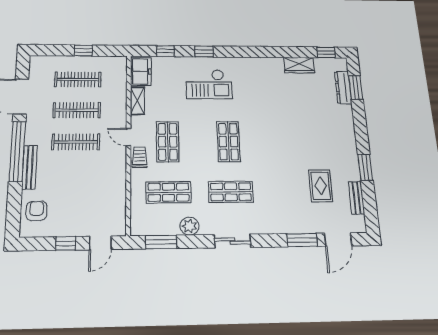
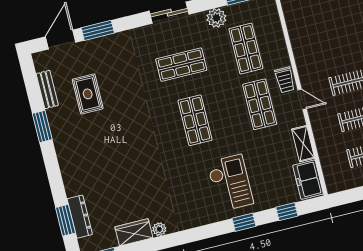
plant: (277, 63) -> (159, 229), added
checkout: (209, 84) -> (230, 183), turned 90
shop shelf: (168, 192) -> (246, 49), turned 90

